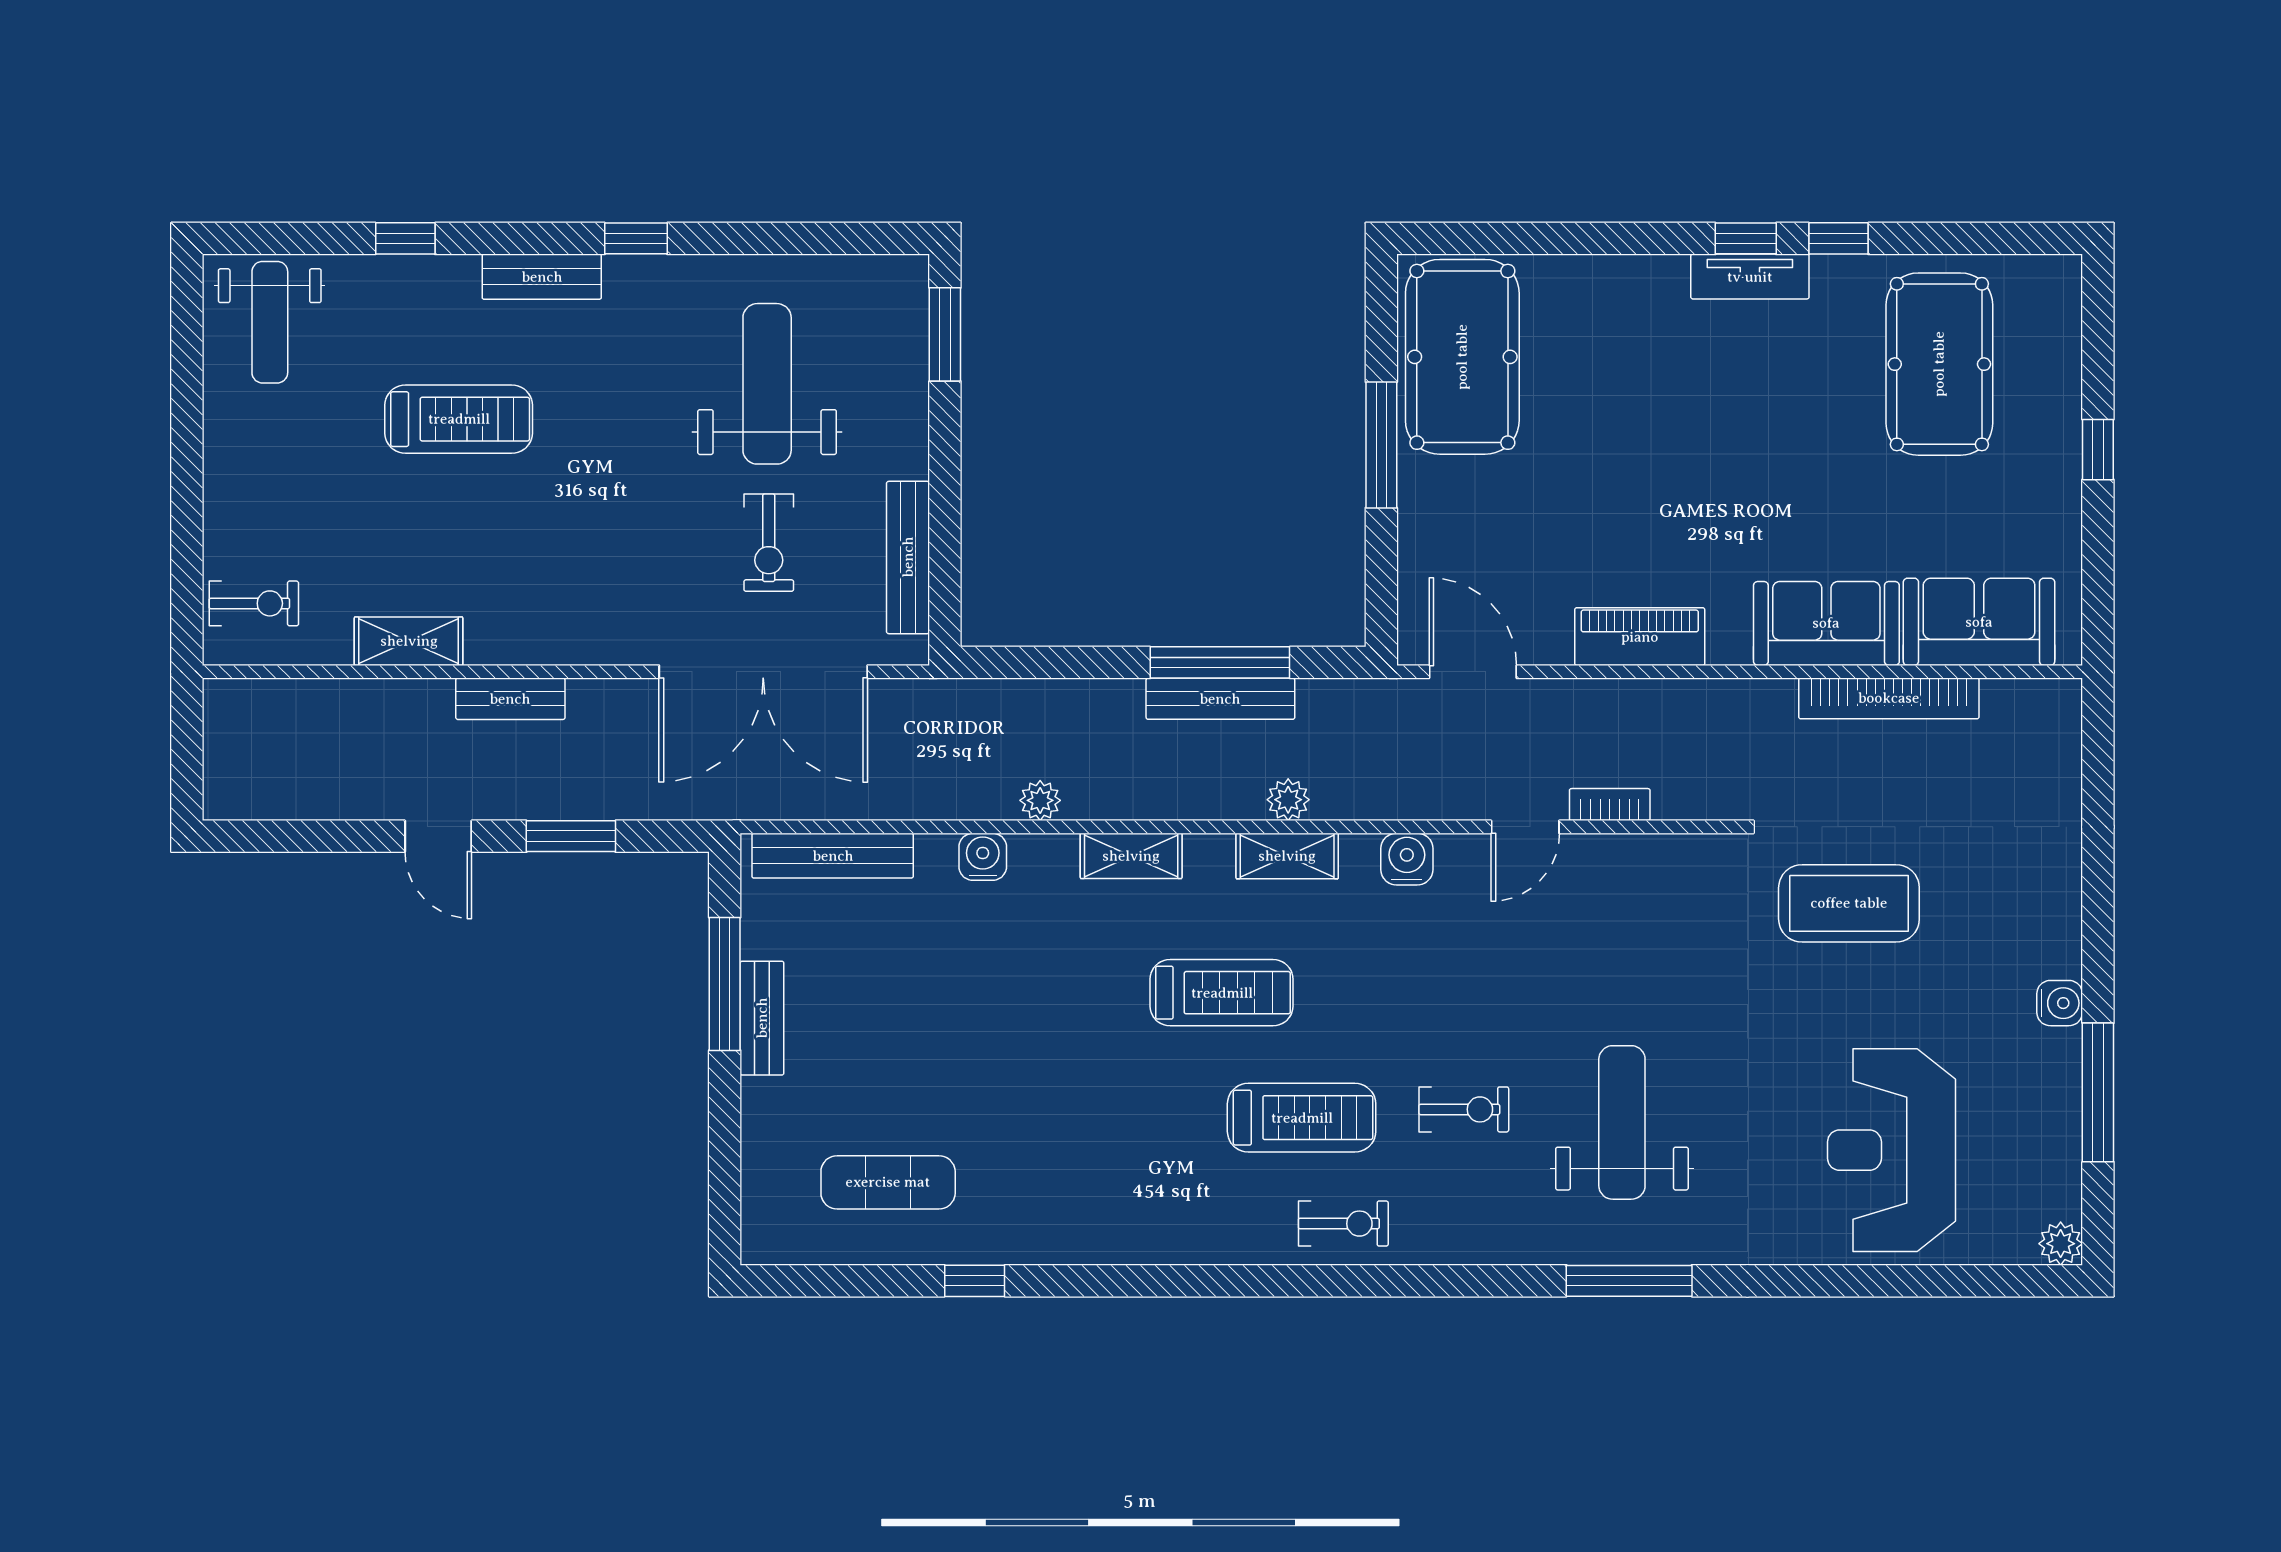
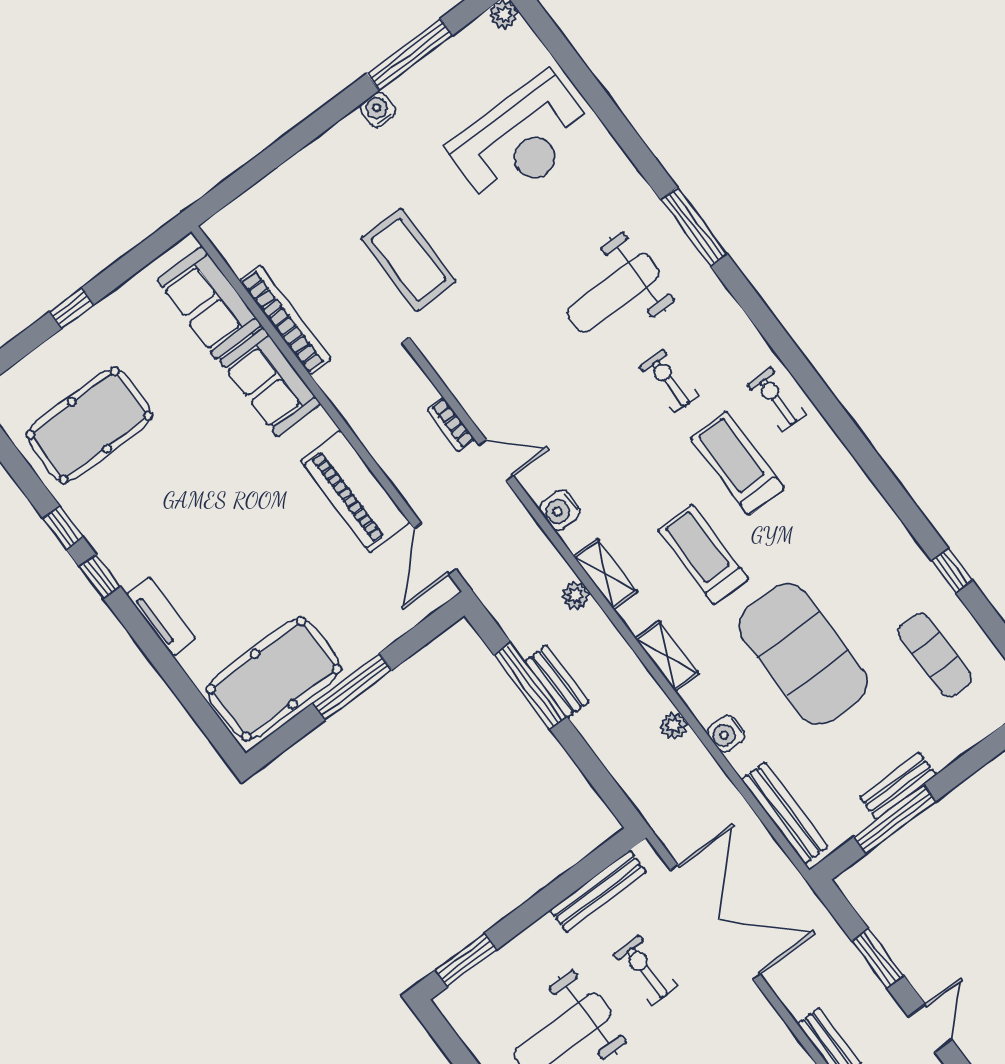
tv unit: (1750, 277) -> (161, 617), moved
exercise bike: (769, 543) -> (645, 970), turned -90
piano: (1640, 637) -> (355, 491), width x1.37, depth x1.33
bench: (1220, 699) -> (557, 682), width x0.73
exercise mat: (1009, 1023) -> (803, 654), added

